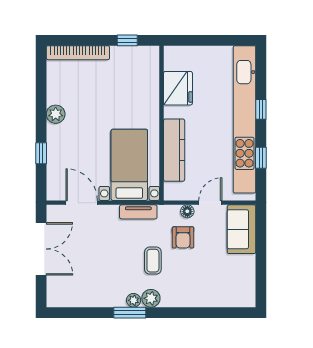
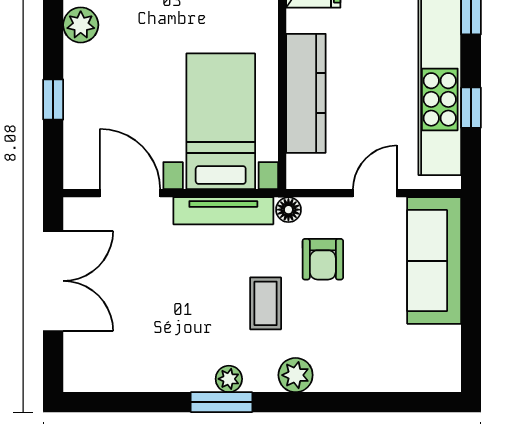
floor lamp: (187, 211) -> (288, 210), moved
tv unit: (138, 212) -> (223, 211), width x1.41
sofa: (242, 229) -> (434, 261), width x1.36
plant: (151, 298) -> (296, 375), moved

